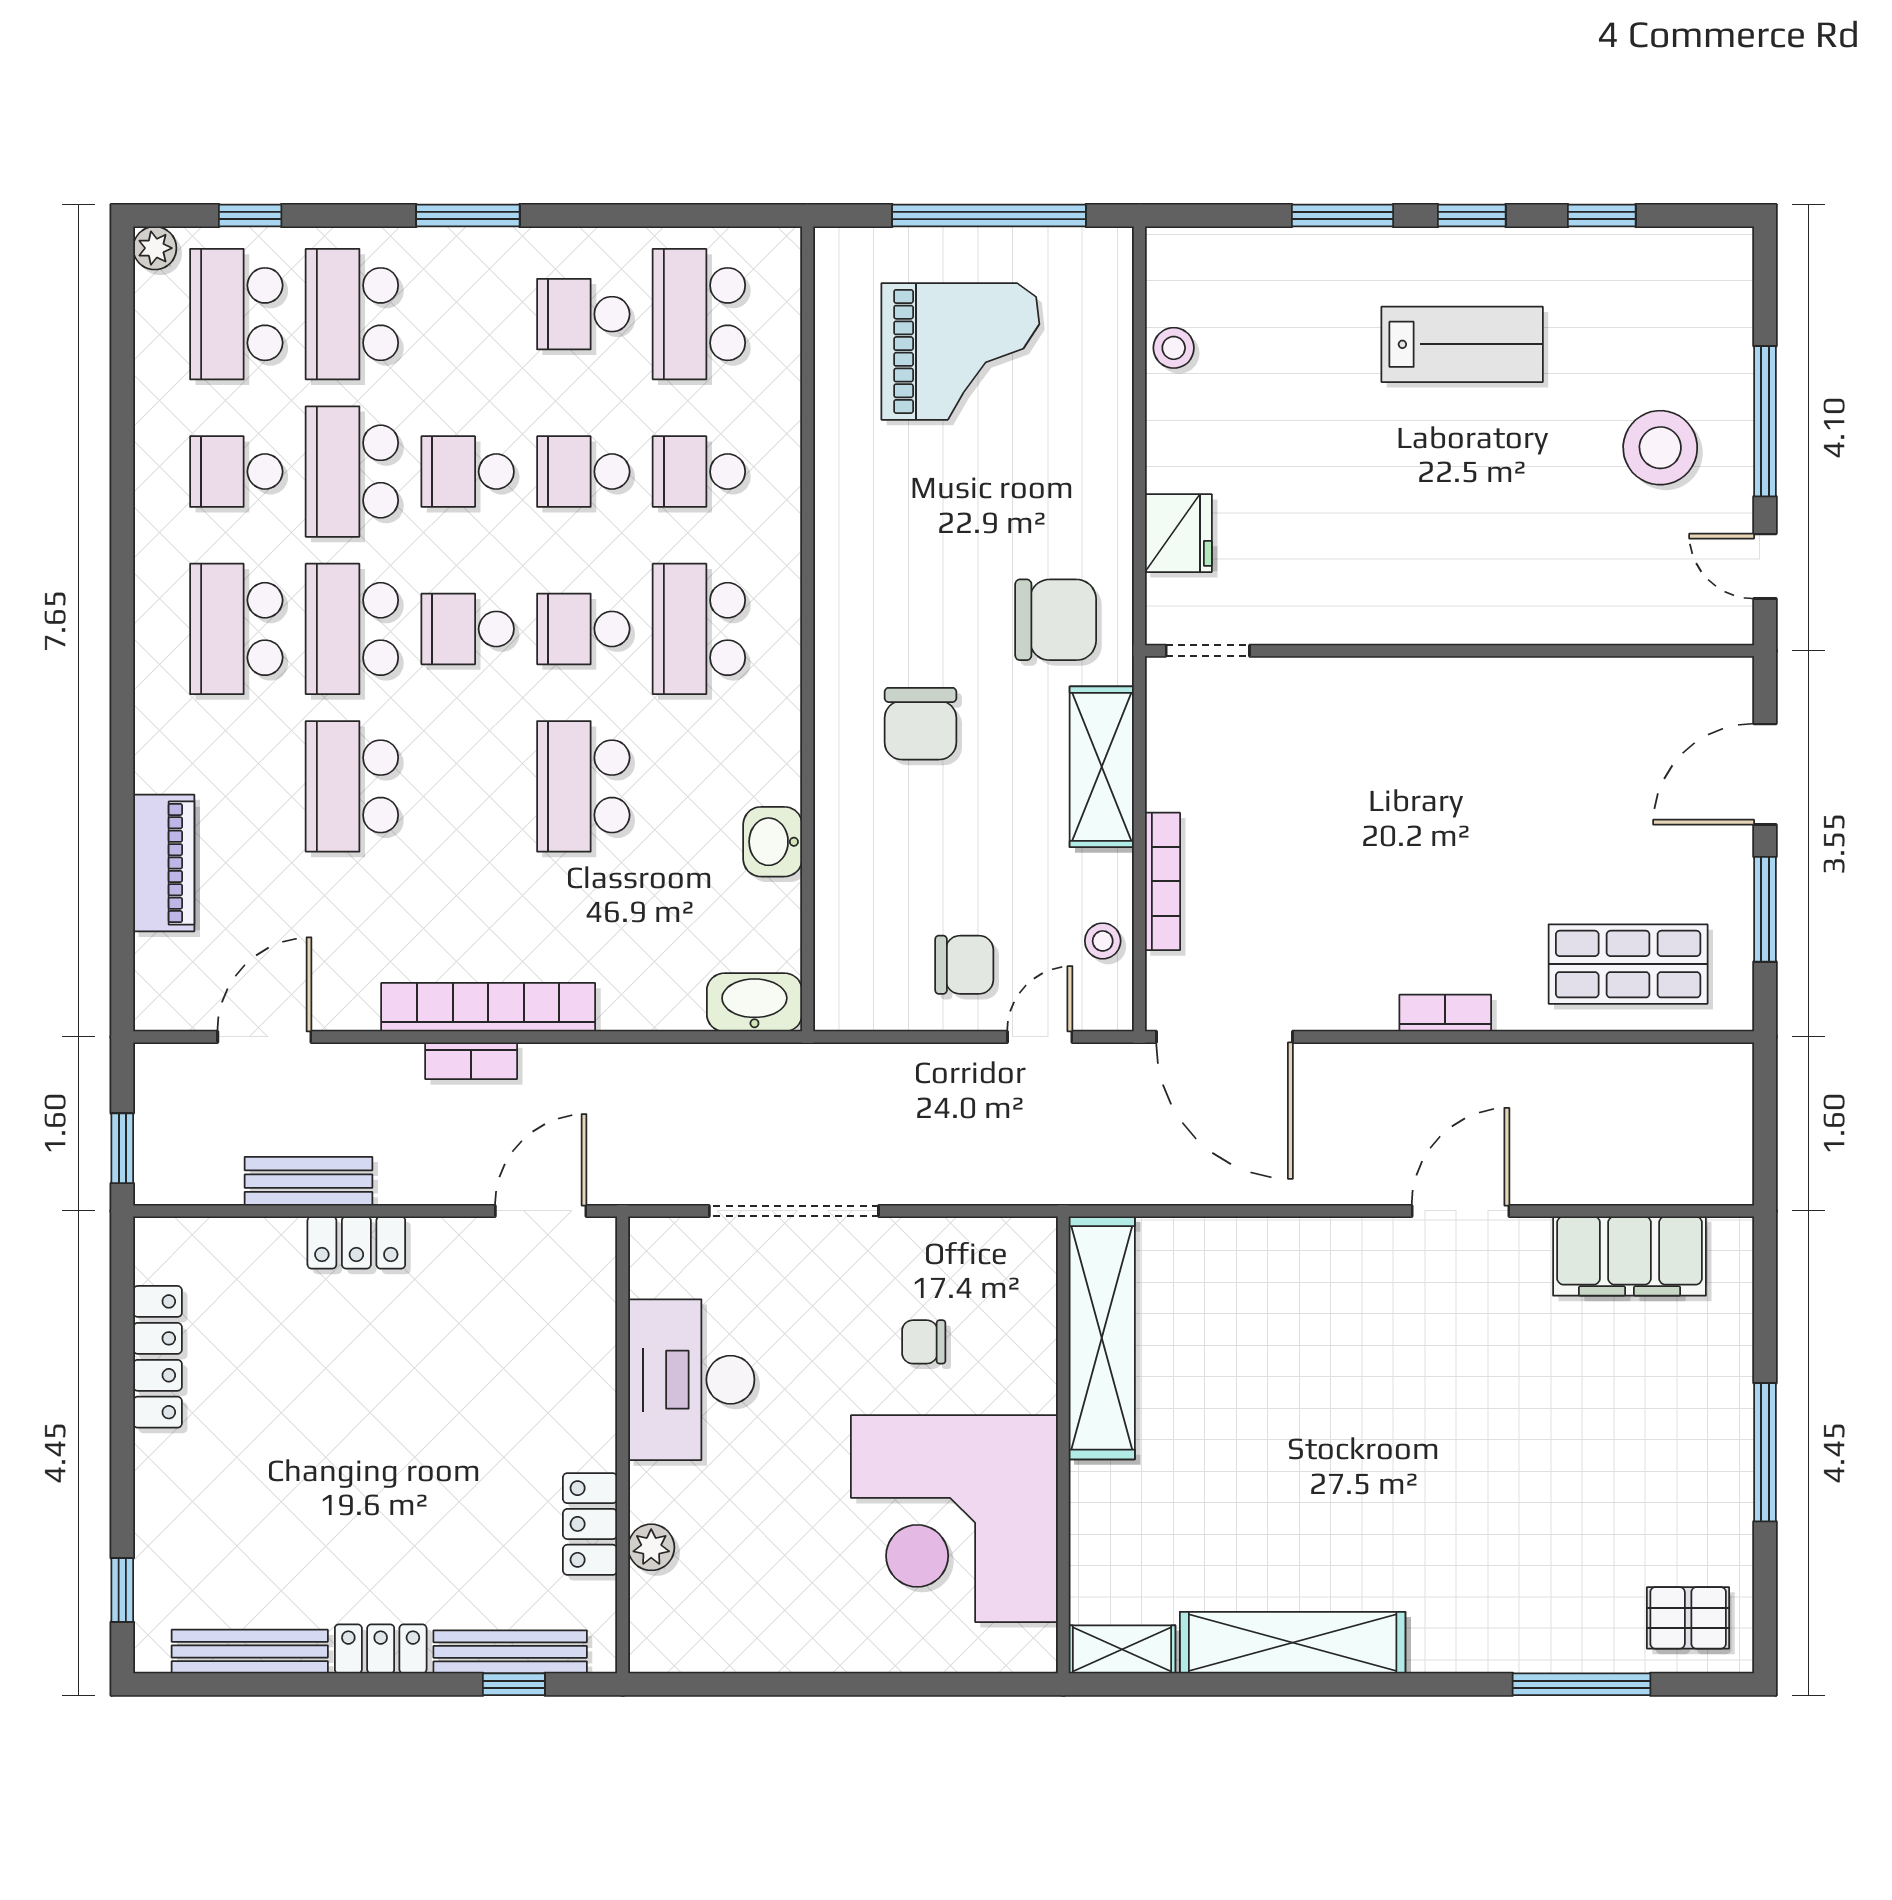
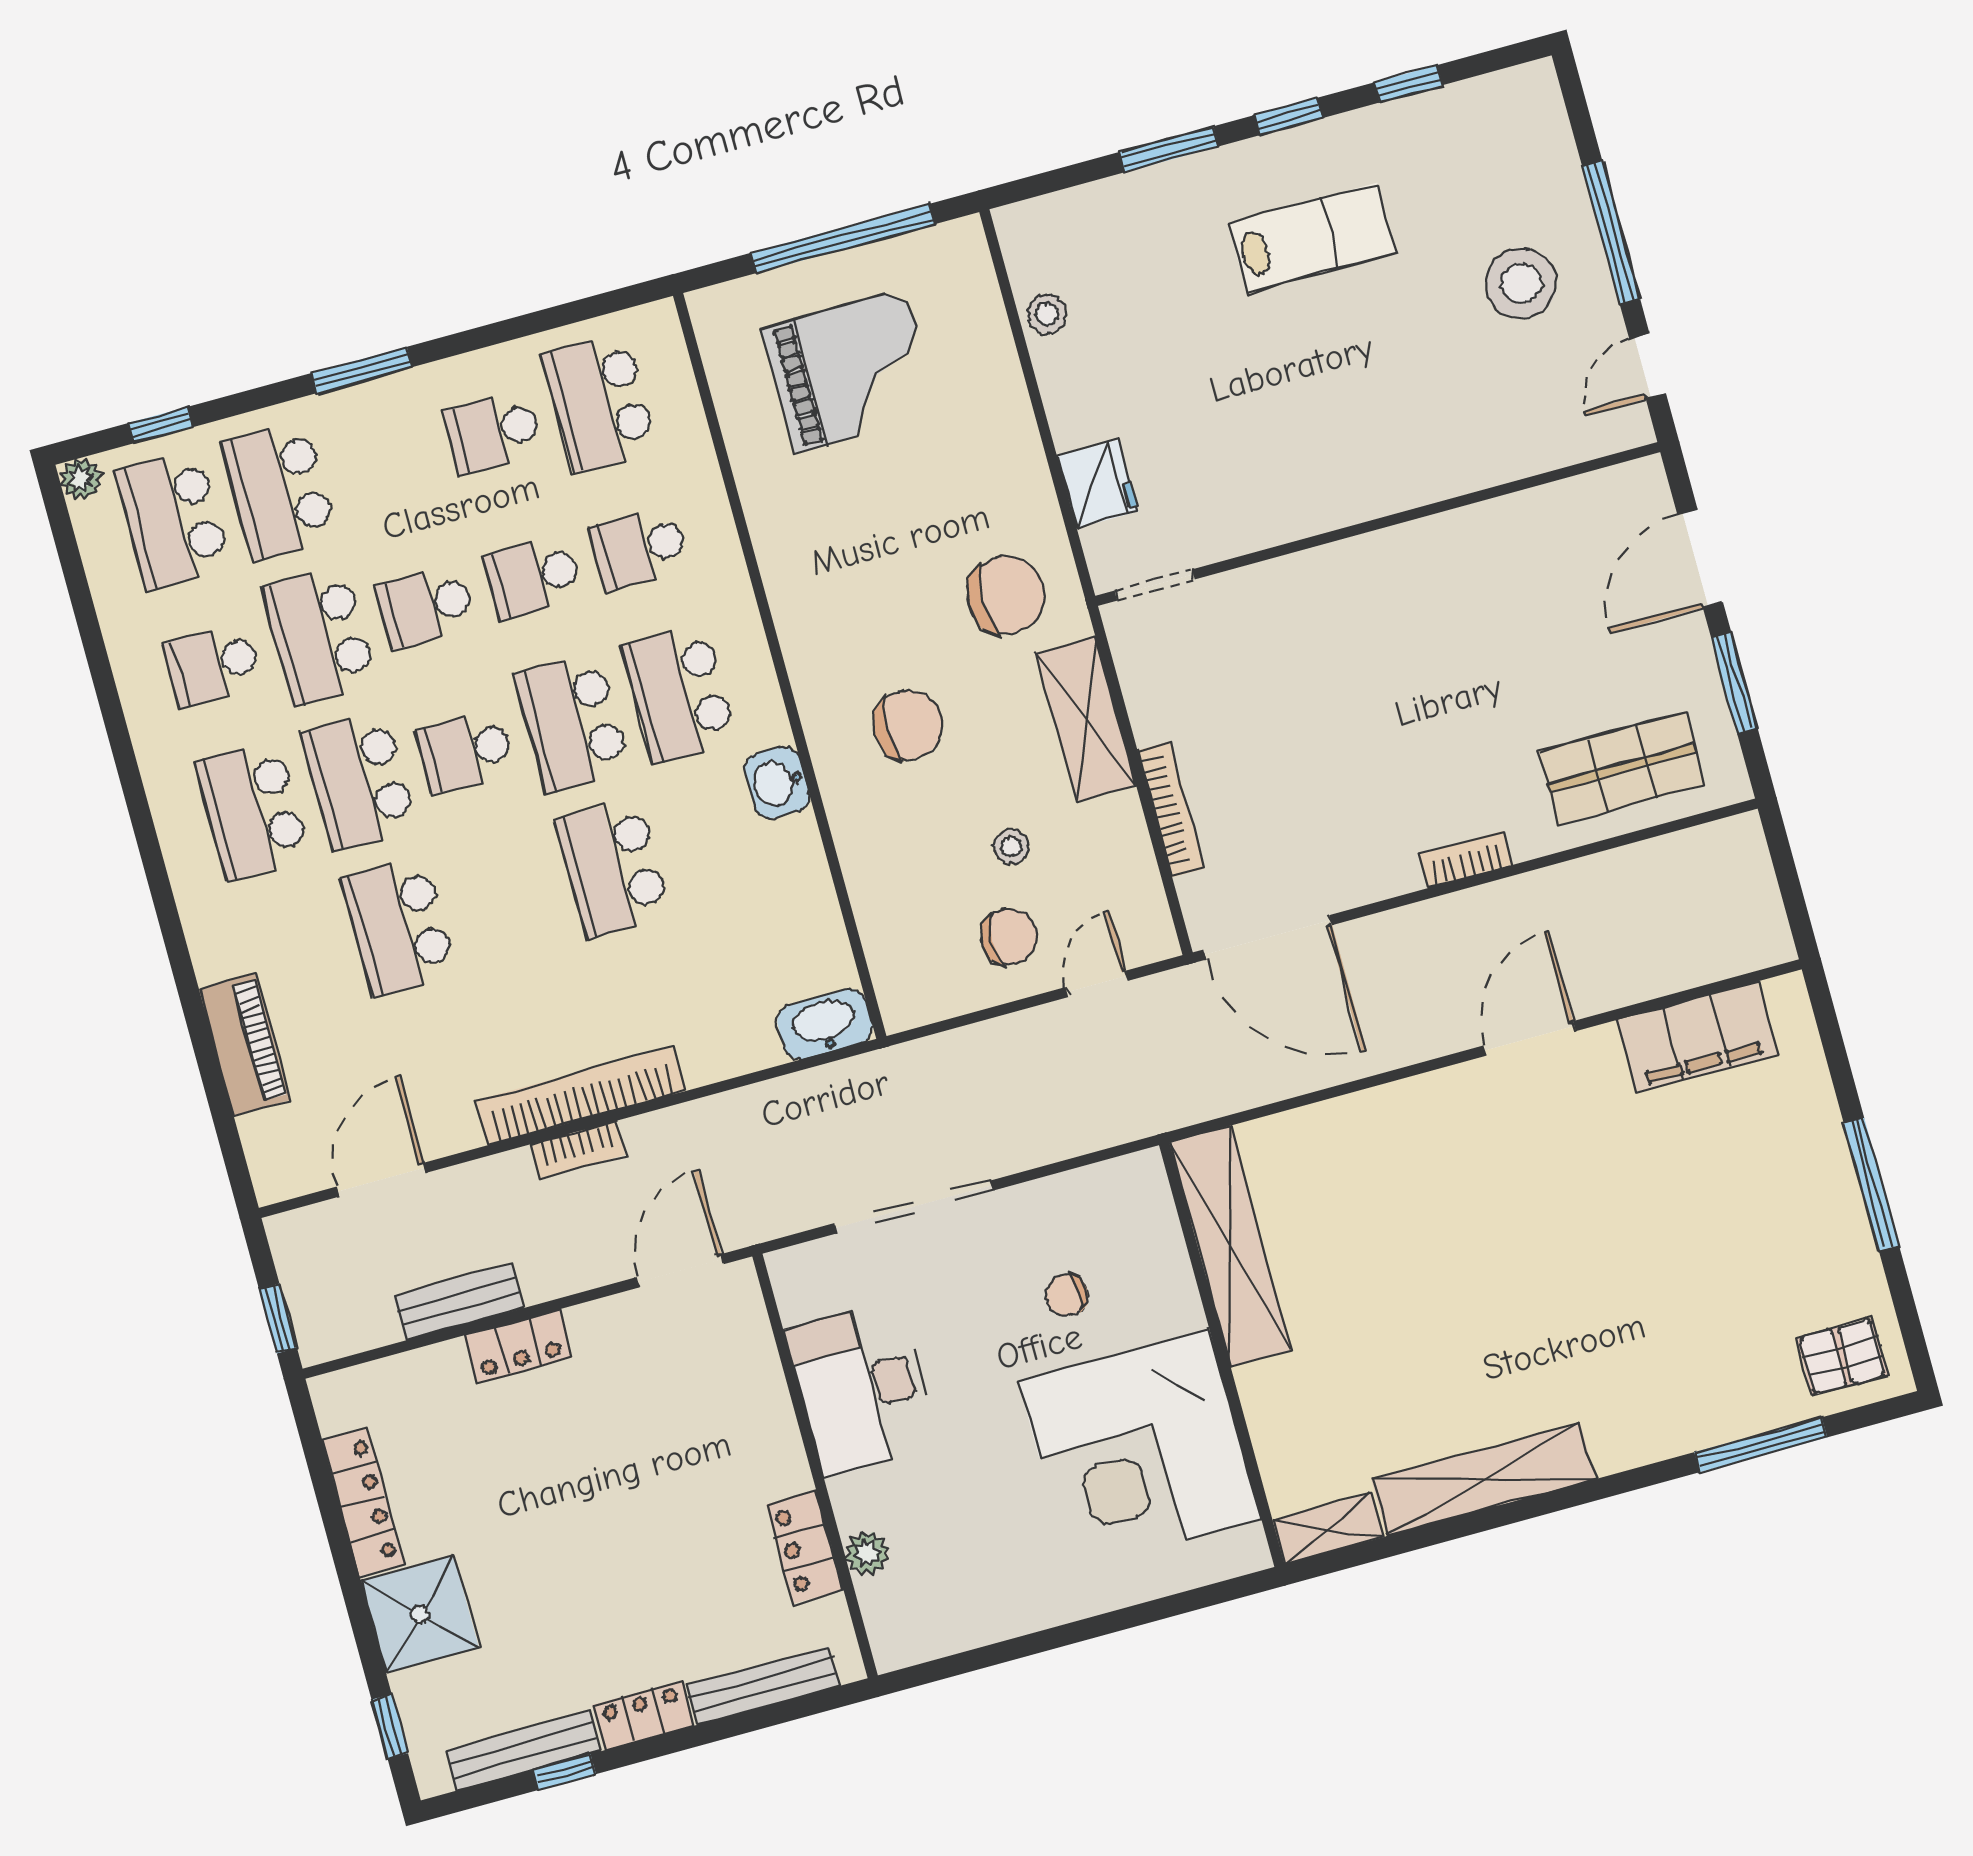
door: (1765, 566) -> (1648, 366), hinge flipped
school desk: (583, 629) -> (573, 723), width x1.85
chair: (921, 724) -> (908, 725), turned -90
washbasin: (773, 842) -> (777, 783), moved
stool: (1103, 941) -> (1011, 847), moved
shower: (183, 1485) -> (420, 1614), added
window: (514, 1684) -> (565, 1772), moved

